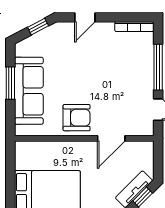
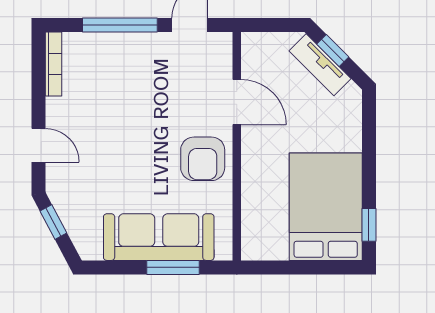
window: (10, 83) -> (173, 267), moved
armchair: (77, 118) -> (203, 159), turned 180

